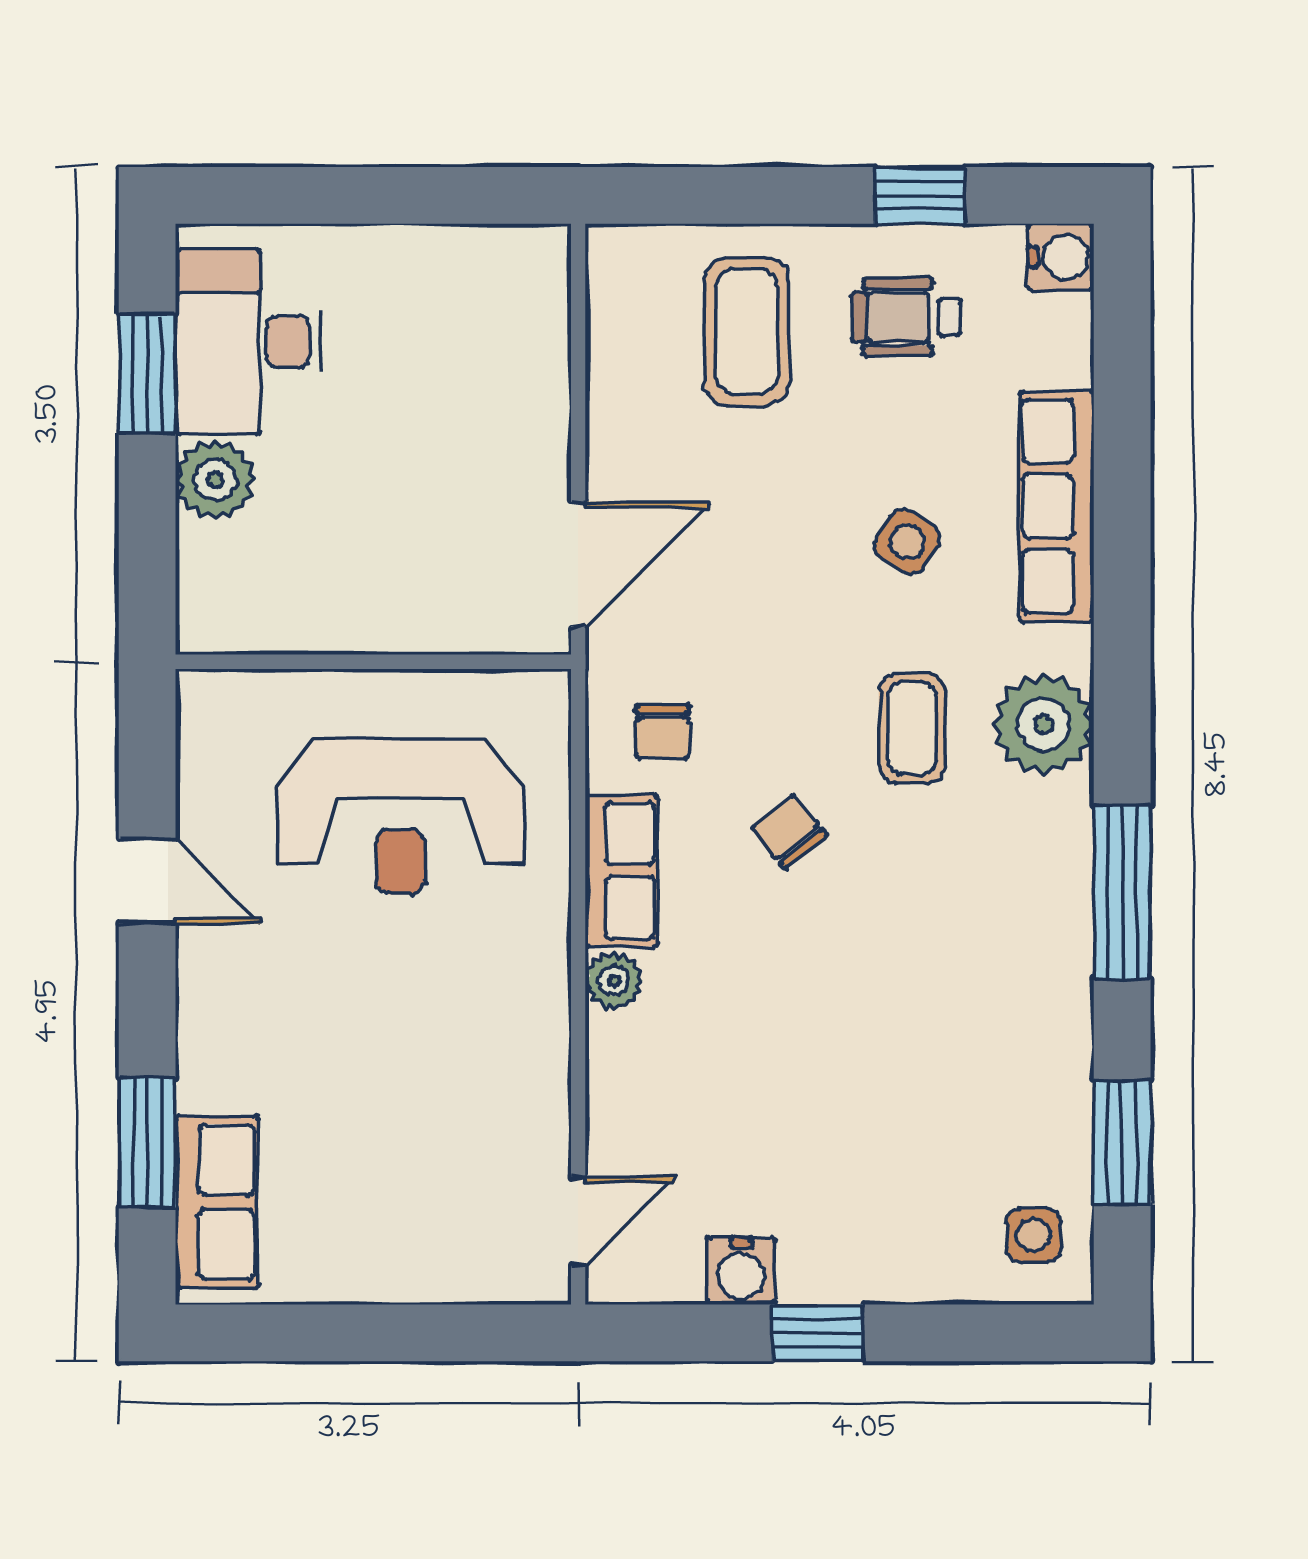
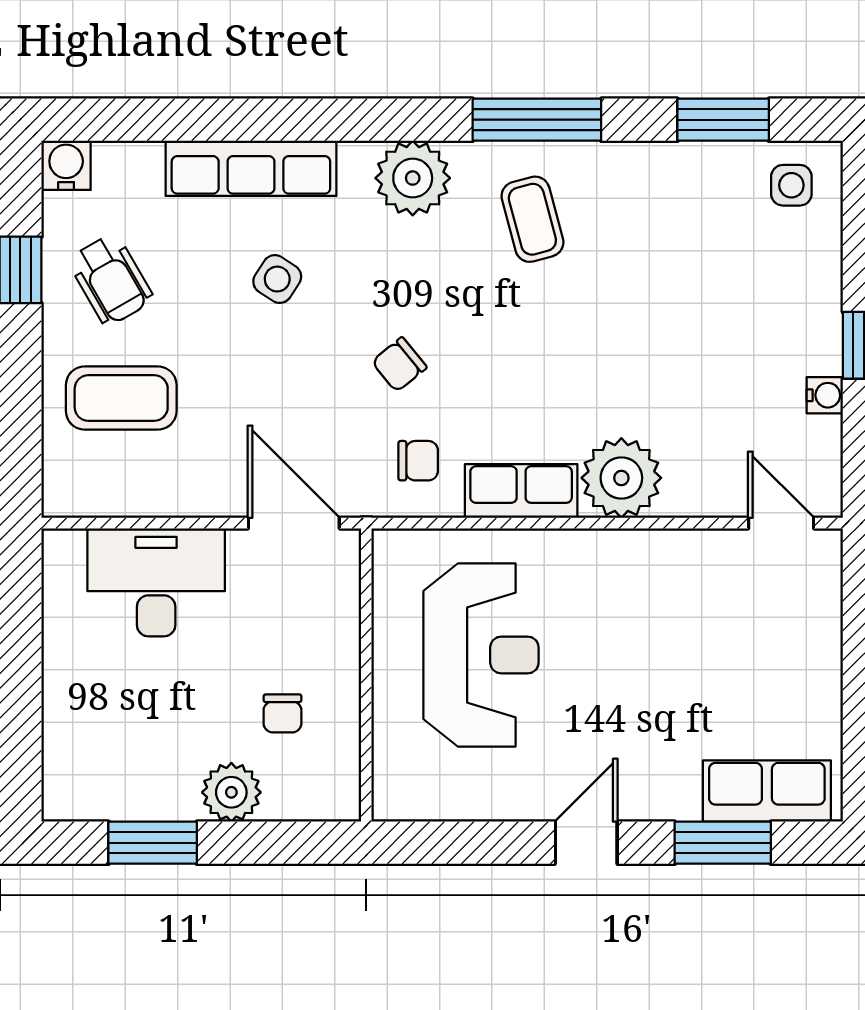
wheelchair: (906, 317) -> (111, 280), turned -30
desk: (248, 342) -> (156, 582), moved, turned 180
chair: (322, 549) -> (282, 713), added
coffee table: (912, 728) -> (532, 219), moved, turned 75
chair: (789, 832) -> (399, 365), moved
door: (147, 881) -> (586, 843), moved
plant: (614, 981) -> (621, 478), width x1.87, depth x1.87
water cooler: (741, 1271) -> (825, 395), width x0.72, depth x0.72

